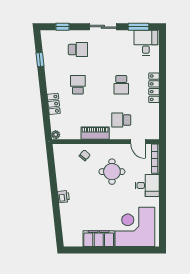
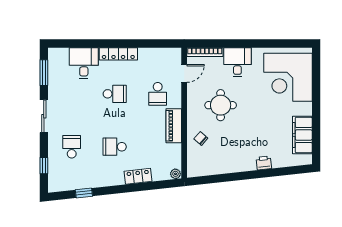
desk: (146, 43) -> (84, 63), moved, turned 90
printer: (64, 197) -> (264, 163), moved
filing cabinet: (99, 239) -> (302, 135), moved

